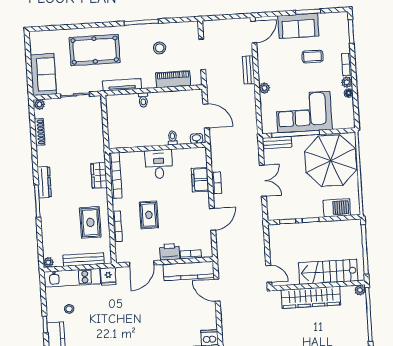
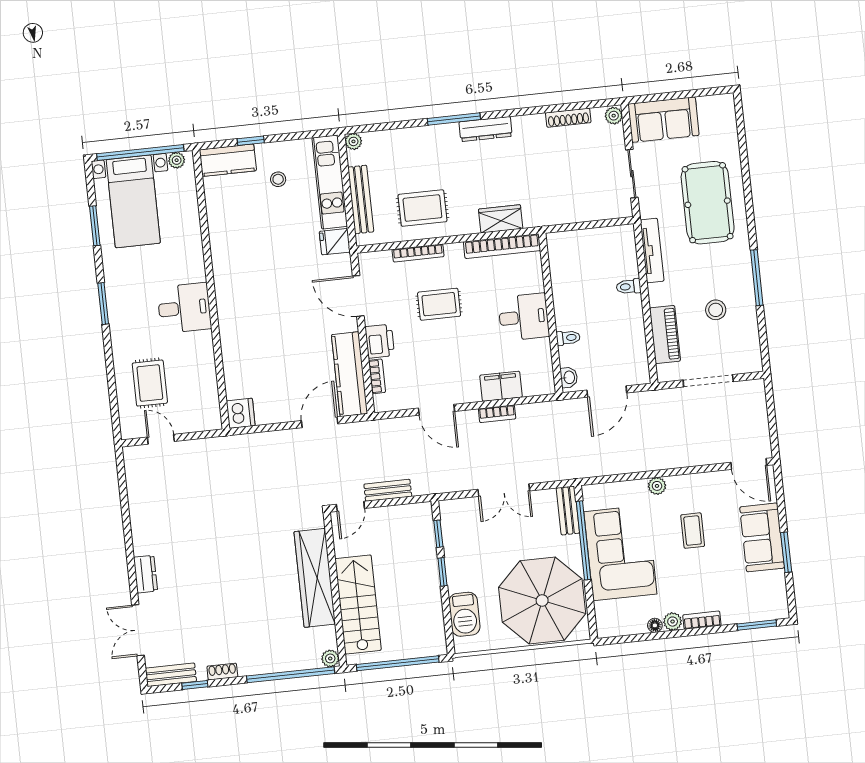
coffee table: (313, 57) -> (693, 531), moved
bench: (249, 70) -> (388, 490), moved

